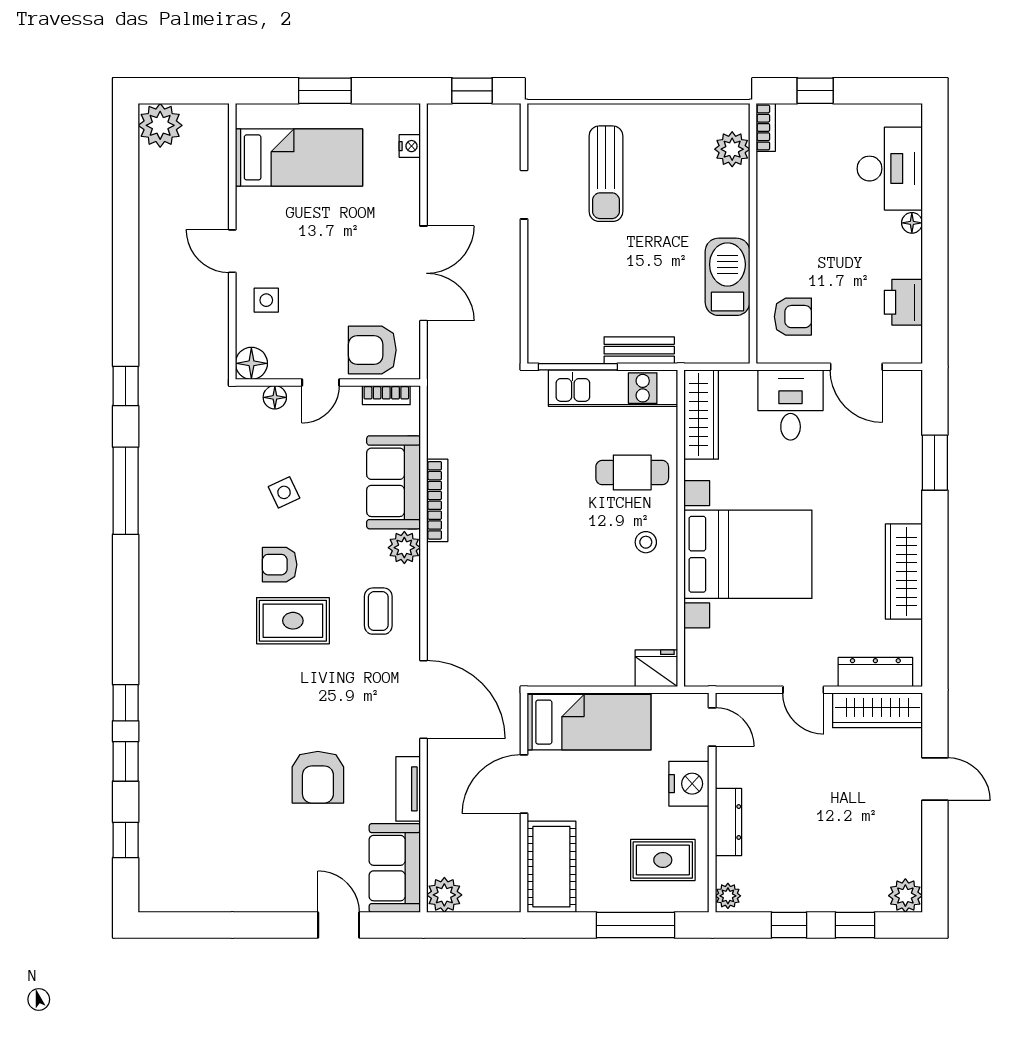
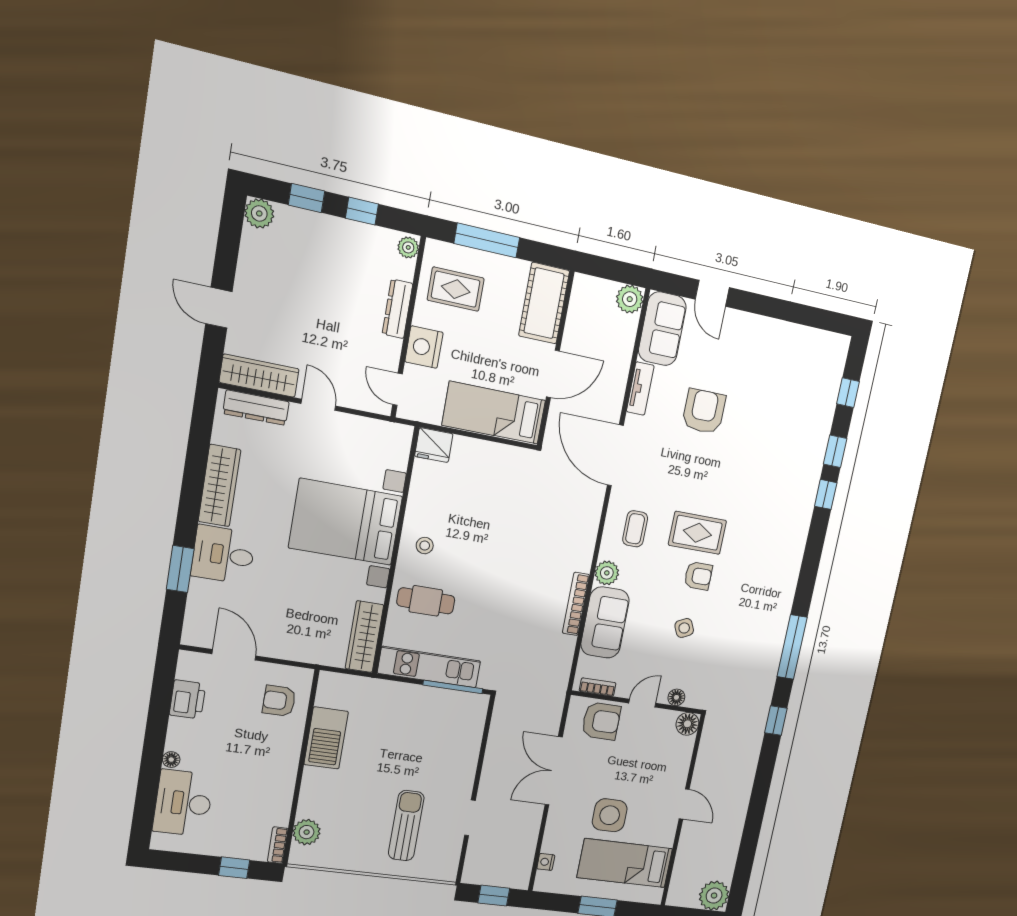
side table: (266, 300) -> (610, 815), moved, width x1.87, depth x1.87
bench: (639, 350) -> (404, 692), removed
desk: (791, 405) -> (223, 555), moved, turned 90

